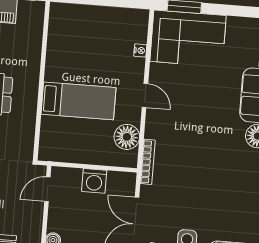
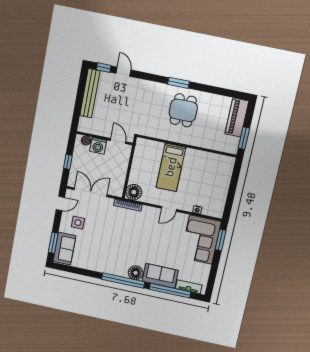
floor lamp: (127, 137) -> (134, 192), moved
washing machine: (94, 181) -> (98, 146), moved, turned -90

